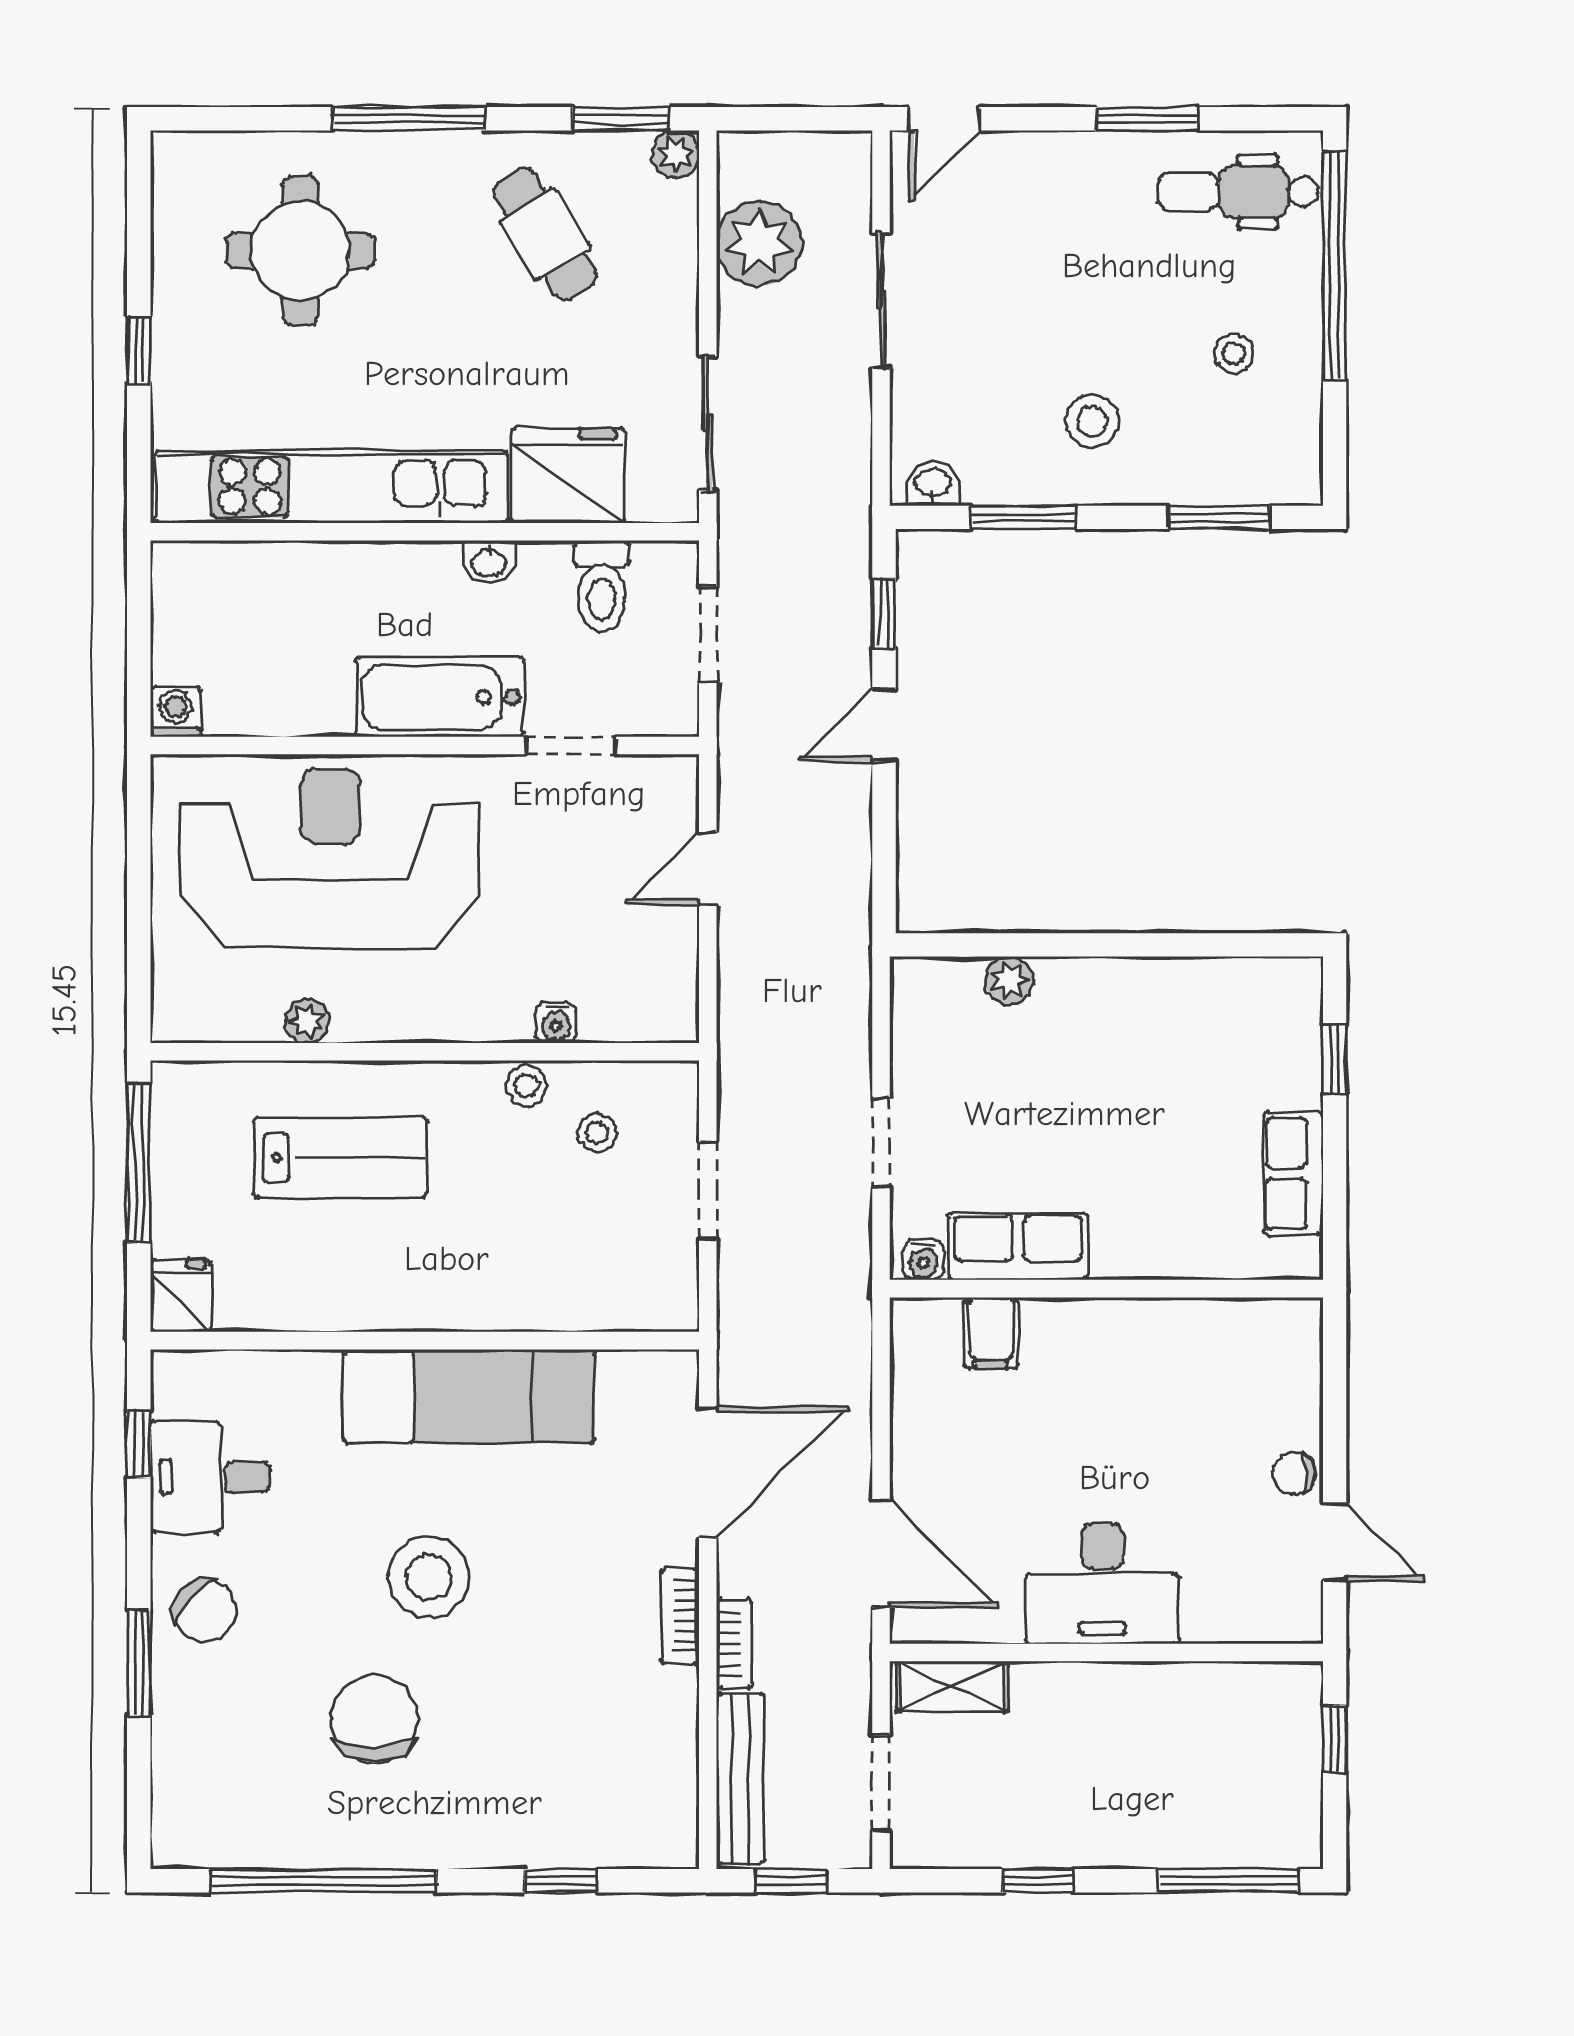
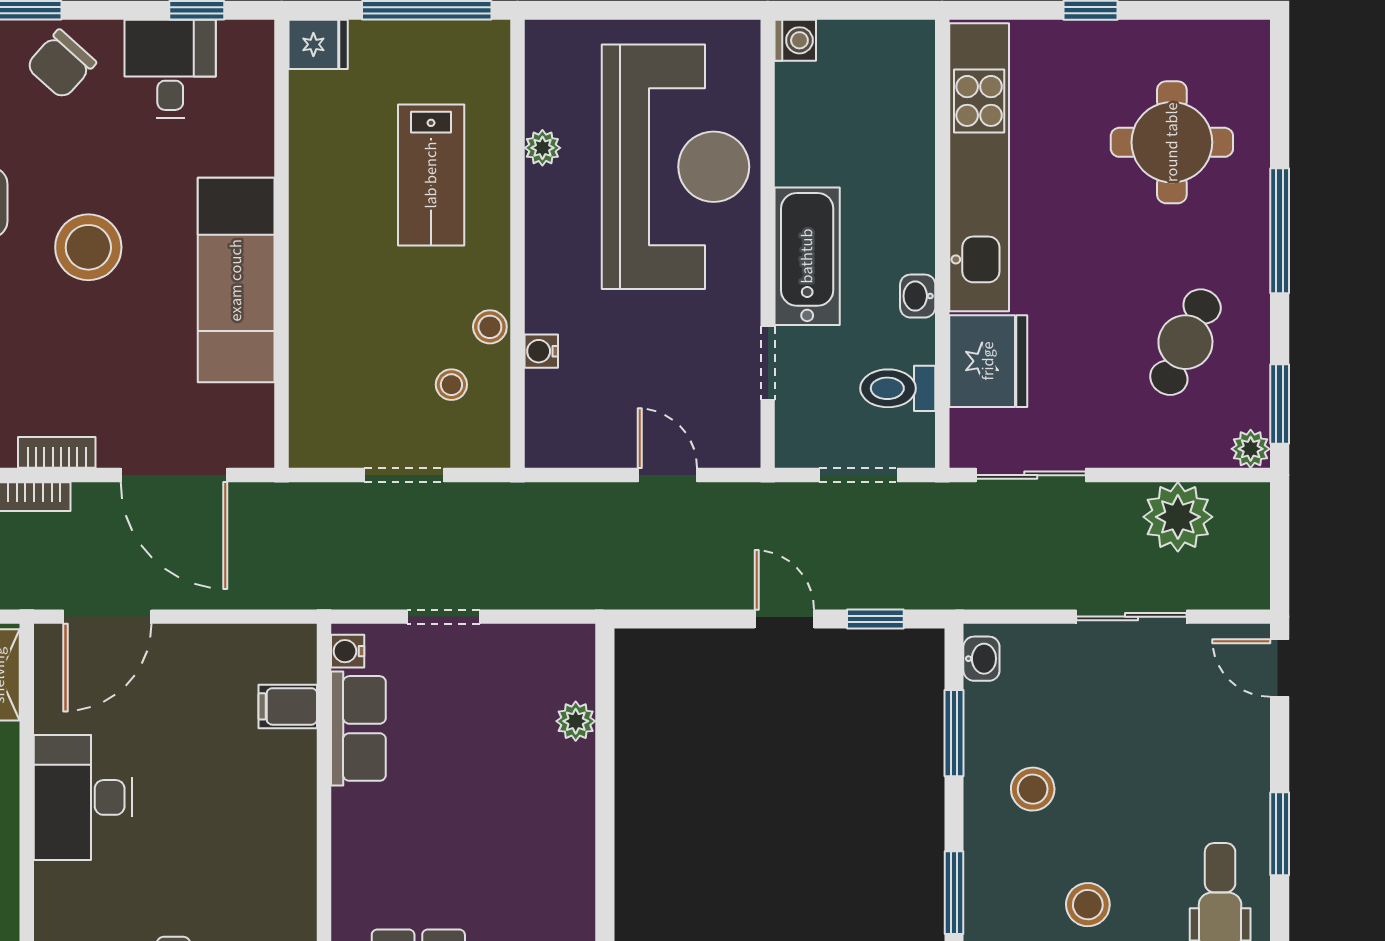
cafe table: (545, 234) -> (1185, 342), turned -33
stool: (1234, 354) -> (1088, 905), width x1.37, depth x1.37

